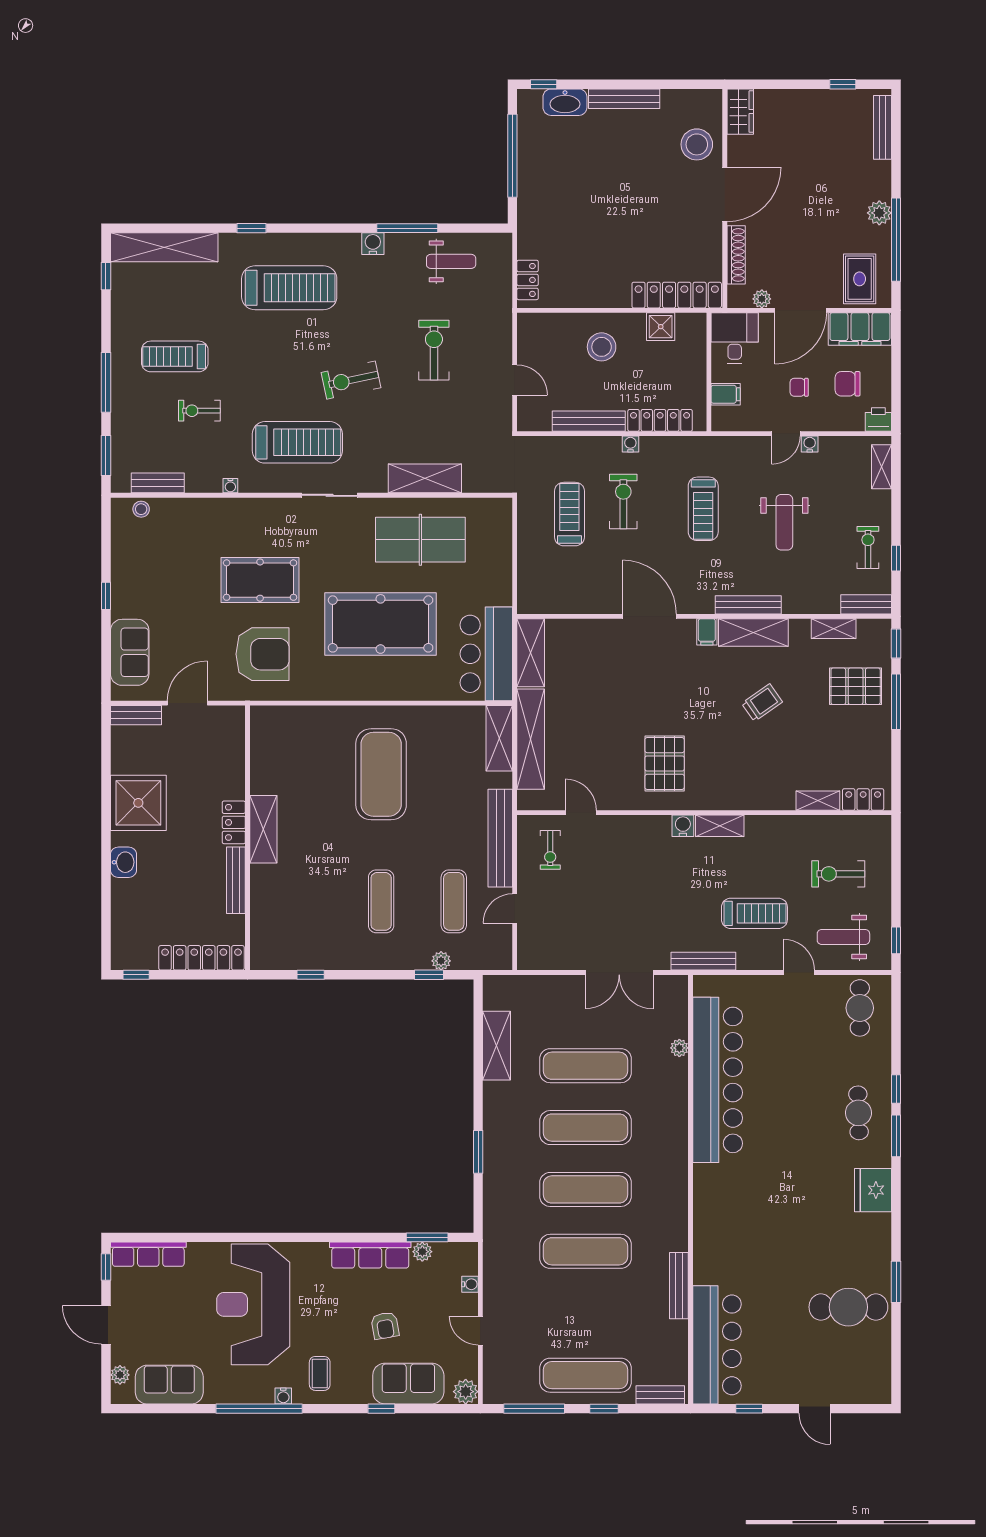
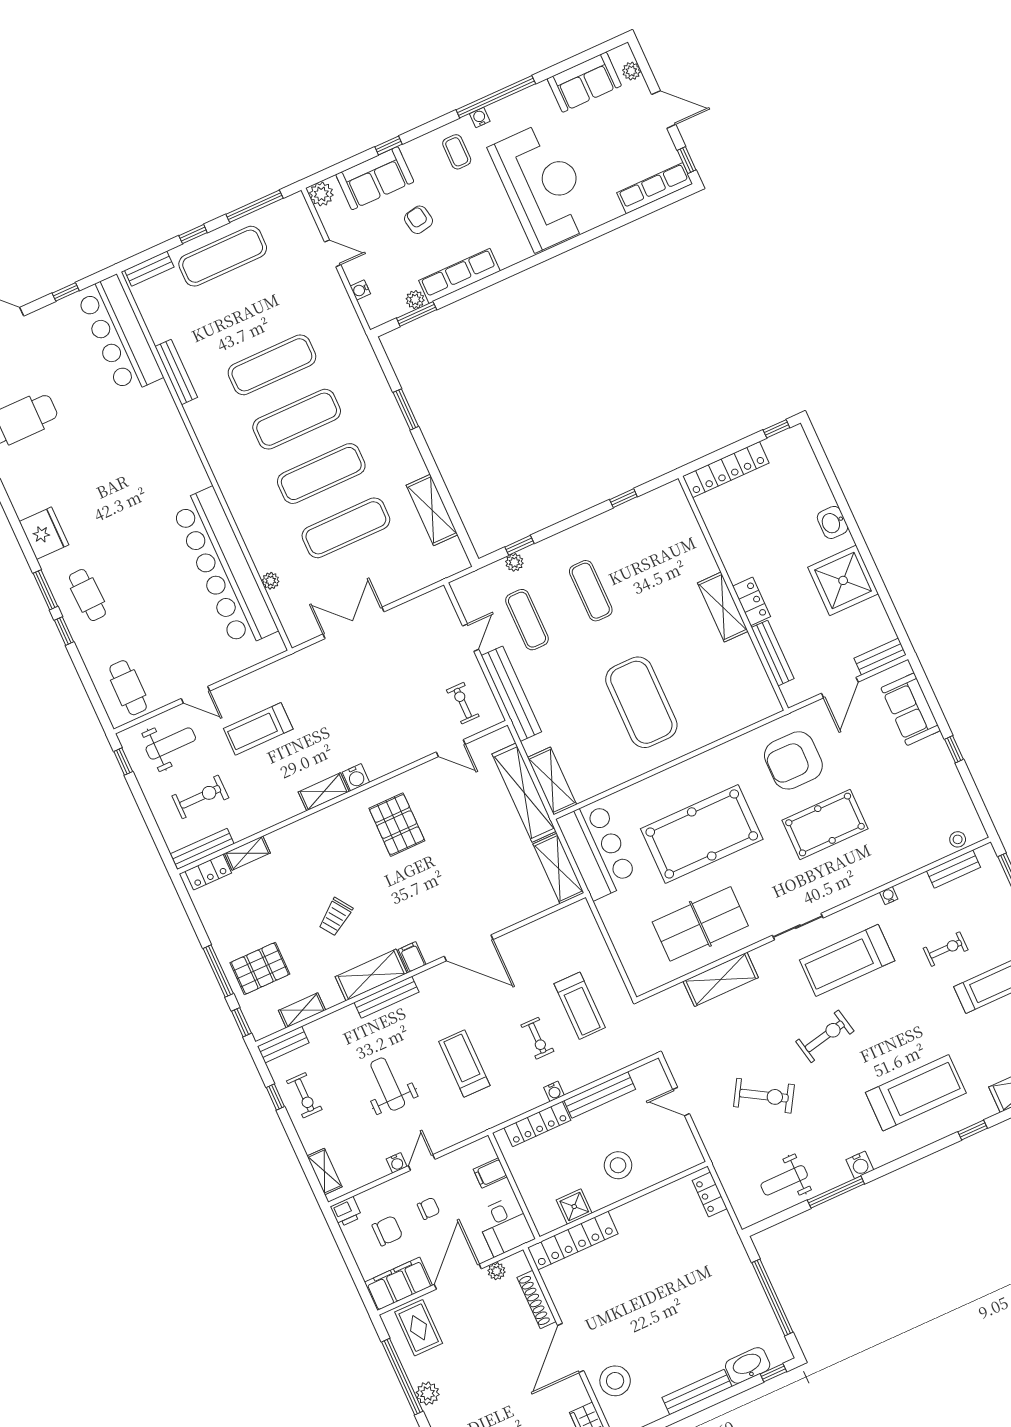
treadmill: (289, 288) -> (916, 1093), turned 180
exercise bike: (434, 350) -> (764, 1096), turned -59
exercise bike: (623, 502) -> (537, 1038), width x0.73, depth x0.72
bench: (236, 880) -> (773, 653), moved
bench: (703, 961) -> (202, 849), moved

